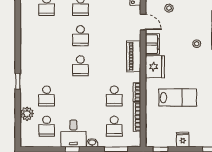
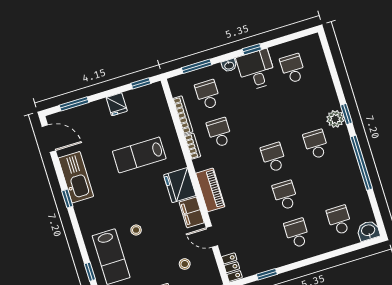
window: (18, 42) -> (361, 163), added
school desk: (47, 96) -> (316, 144), moved
plant: (27, 114) -> (335, 119), moved

